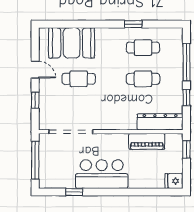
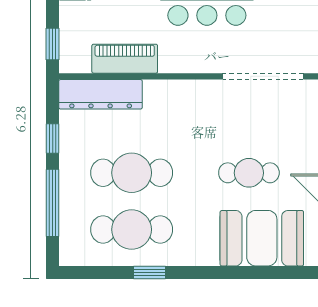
cafe table: (143, 48) -> (132, 230), width x1.37, depth x1.35
cafe table: (143, 79) -> (132, 173), width x1.37, depth x1.35

